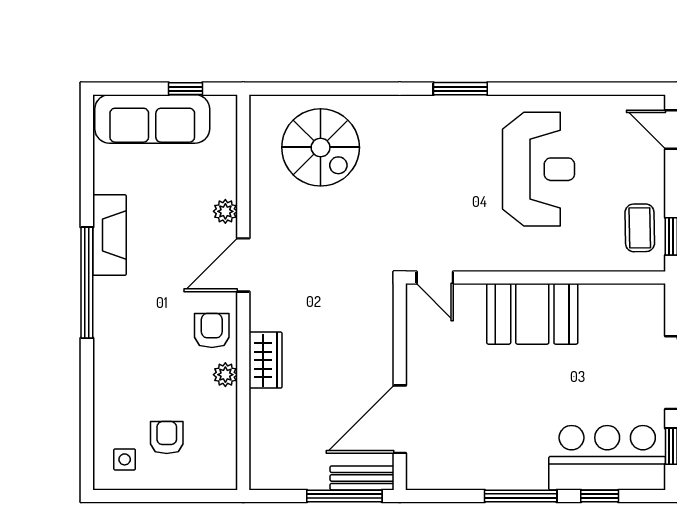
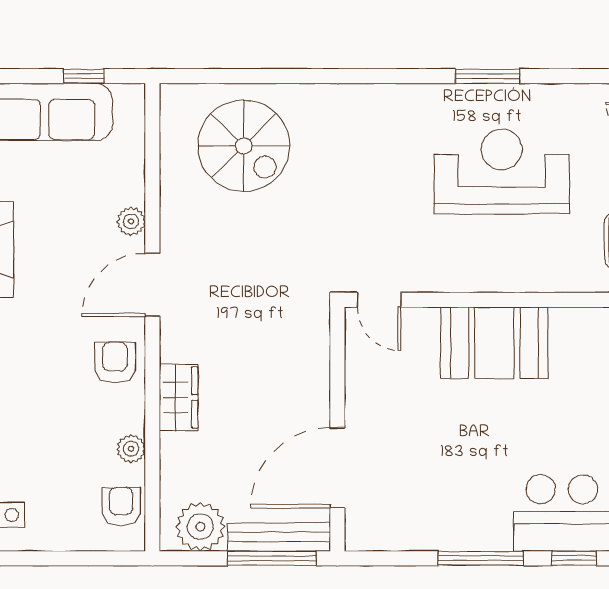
window: (460, 89) -> (488, 76), moved
reception desk: (539, 169) -> (502, 172), turned -90
plant: (225, 375) -> (131, 449), moved
armchair: (167, 438) -> (121, 506), moved
plant: (284, 469) -> (200, 527), added
bench: (362, 478) -> (279, 537), width x1.36

